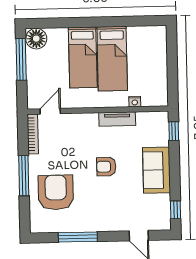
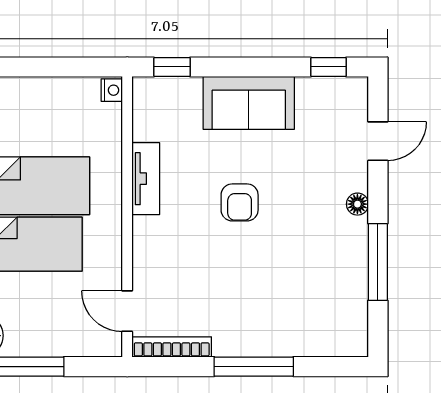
nightstand: (135, 102) -> (112, 90), moved
armchair: (56, 192) -> (288, 304), removed
floor lamp: (107, 226) -> (357, 204), added

